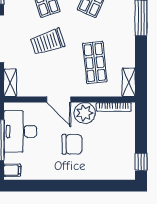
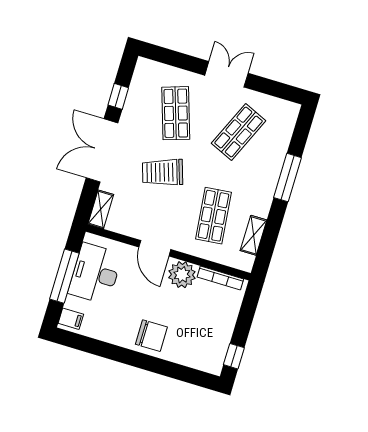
shelving: (129, 82) -> (254, 235), moved
chair: (72, 144) -> (151, 336), moved

